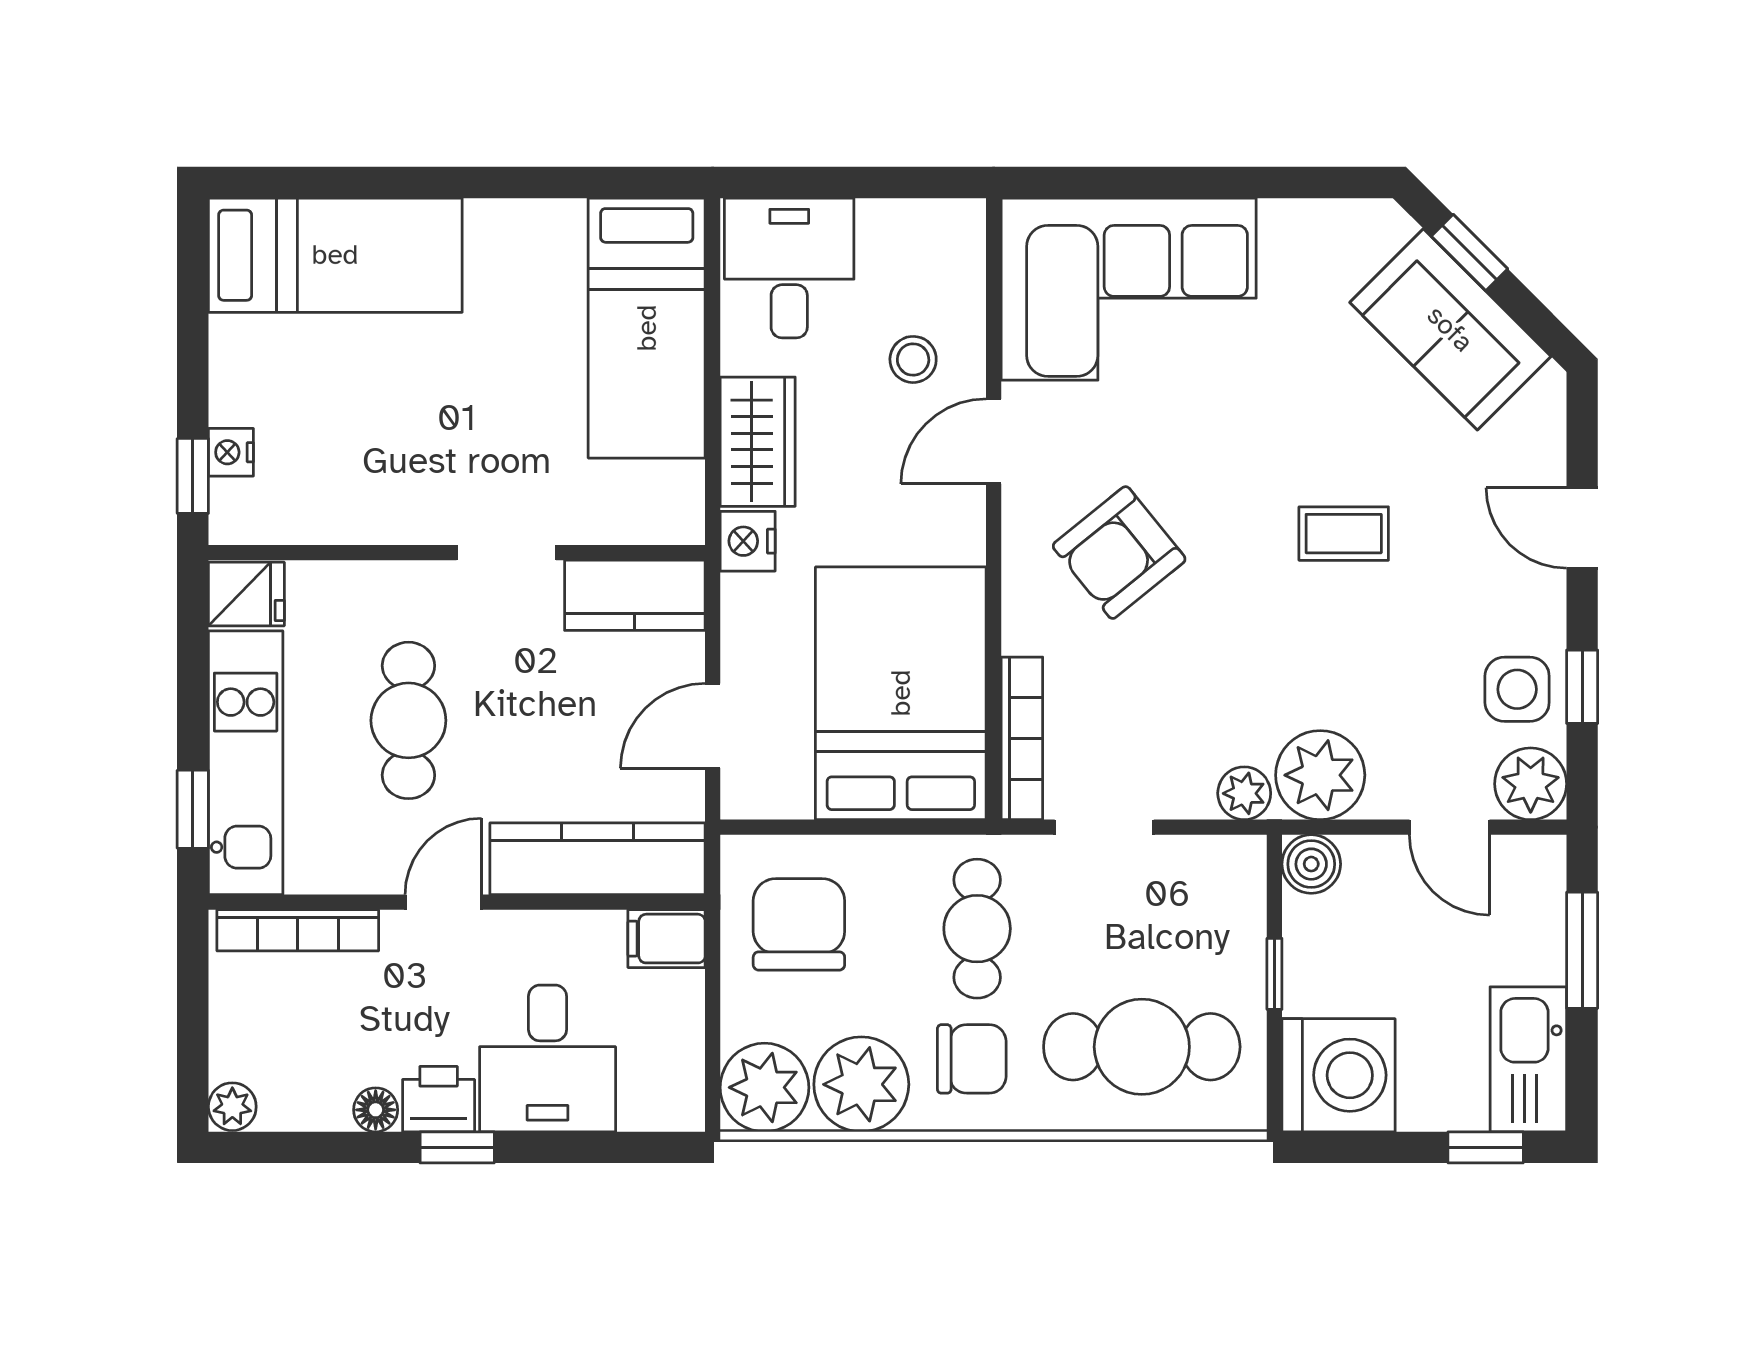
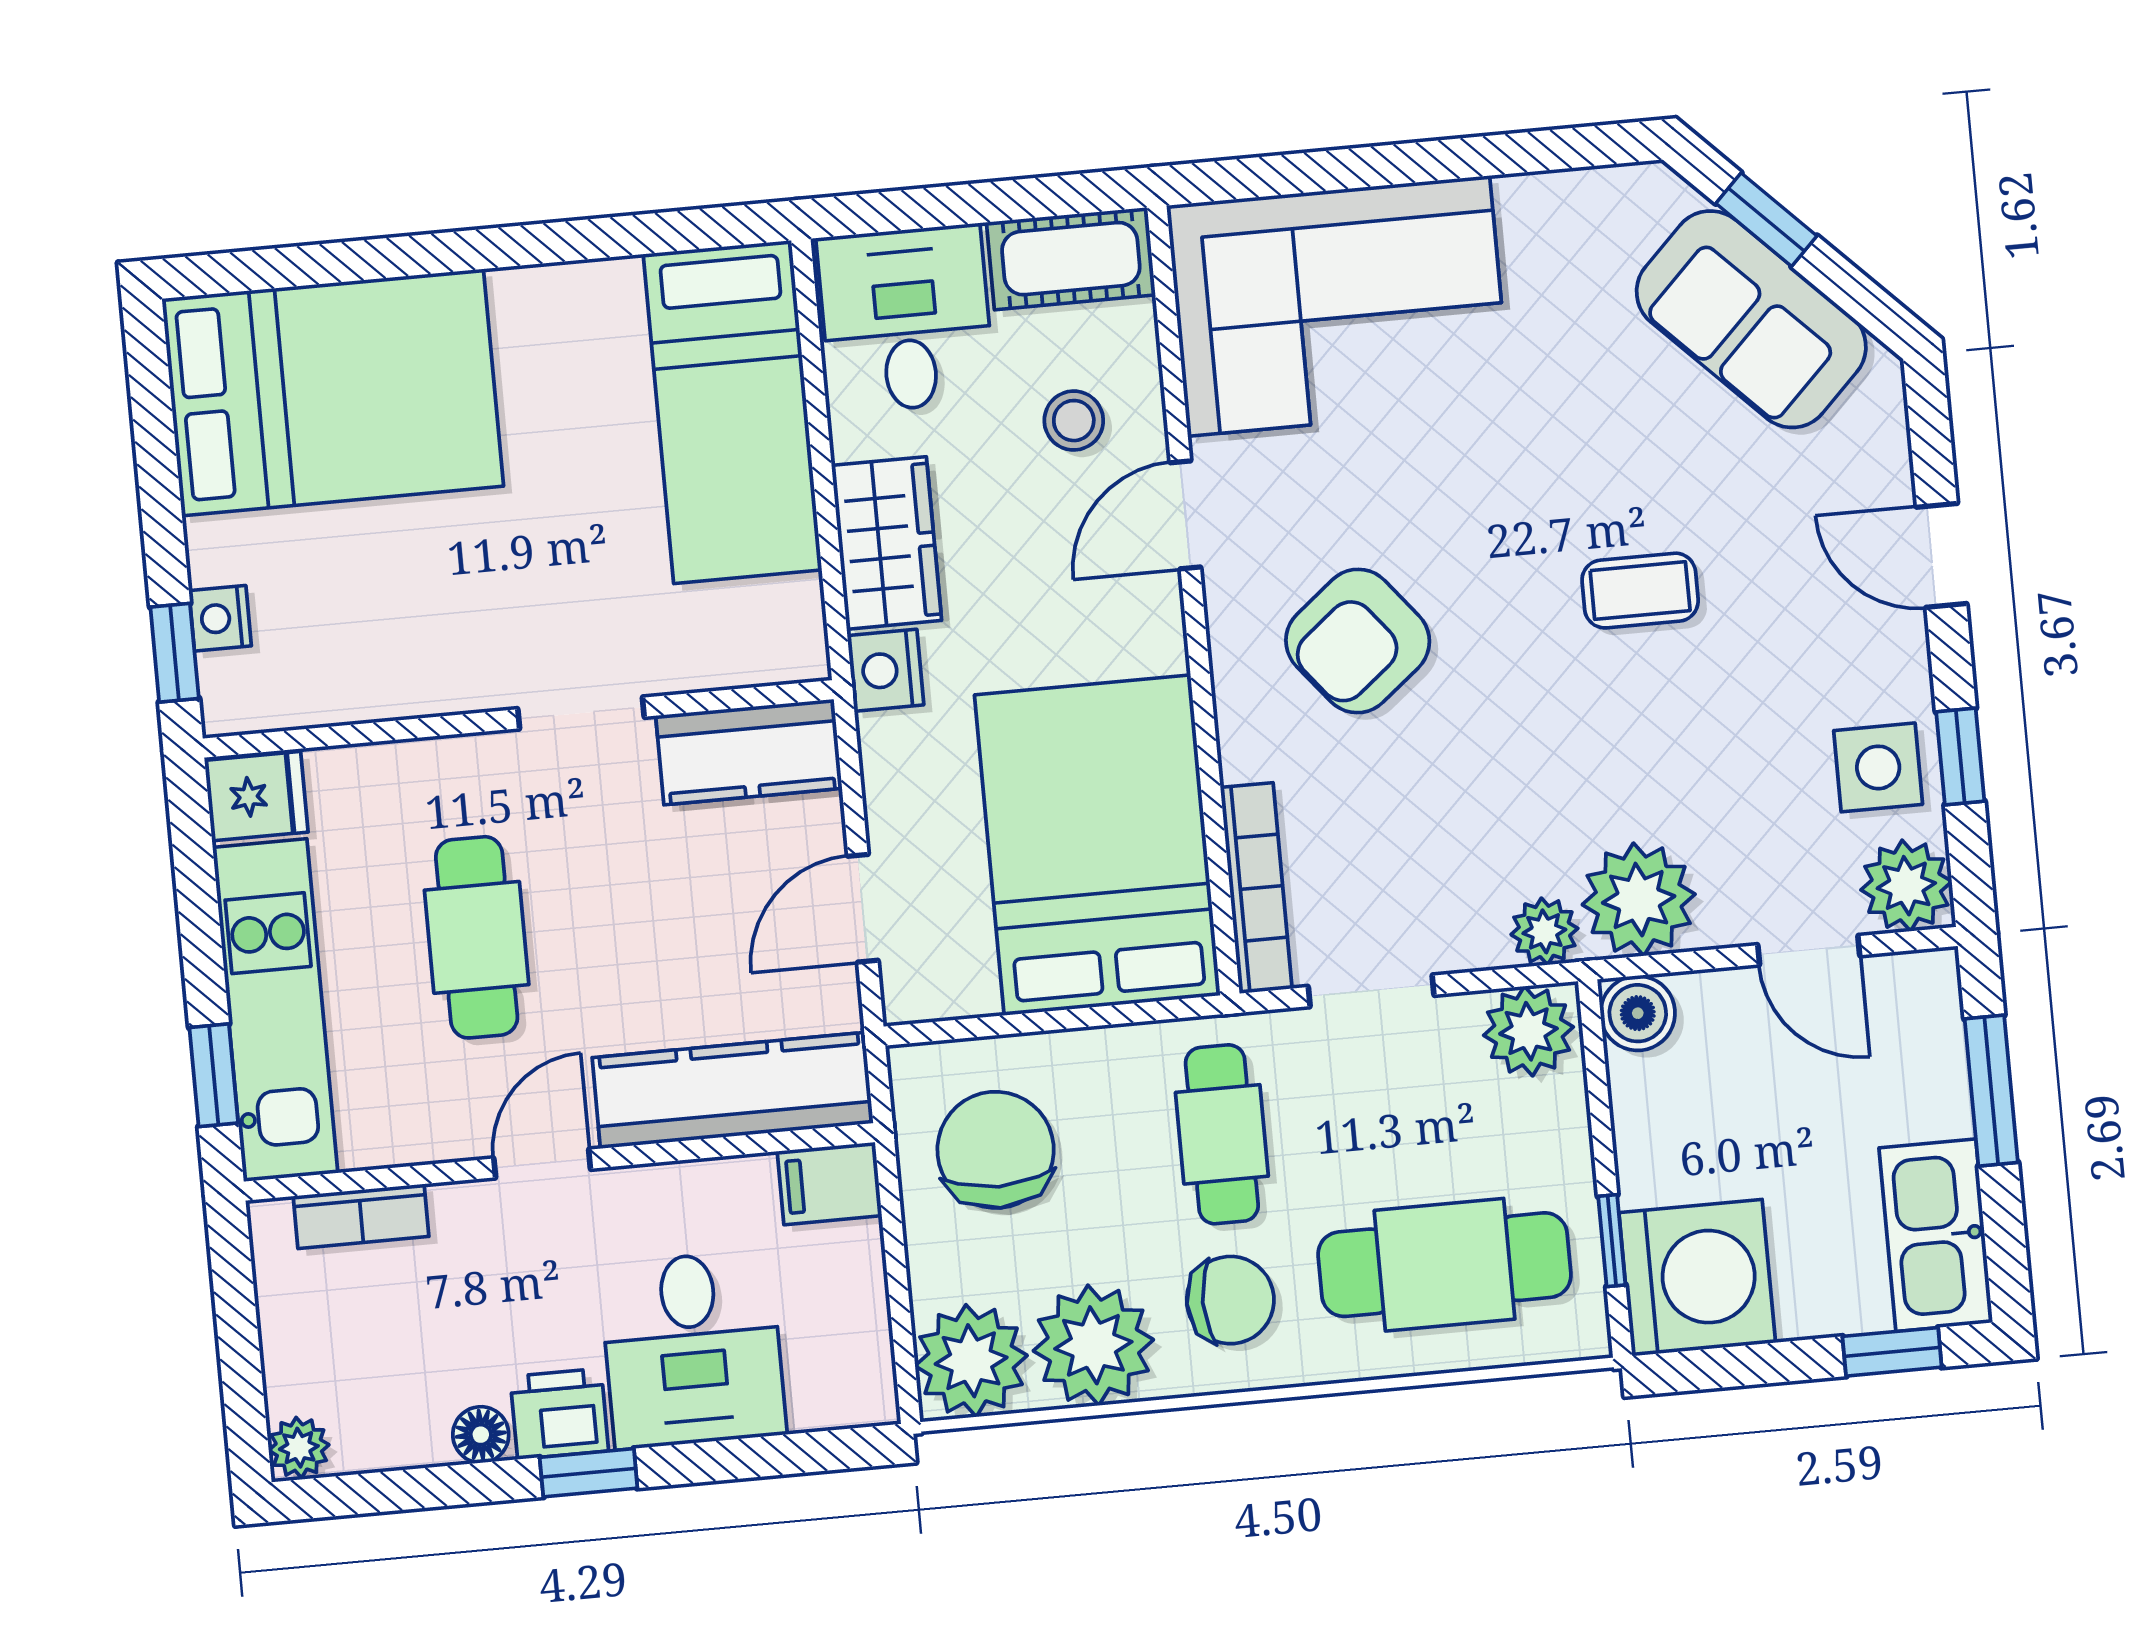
cot: (923, 233) -> (1071, 259), added
bed: (335, 255) -> (333, 392), width x1.50
plant: (1224, 870) -> (1528, 1031), added
bookcase: (298, 930) -> (361, 1216), width x0.64
window: (1274, 974) -> (1612, 1241), moved

